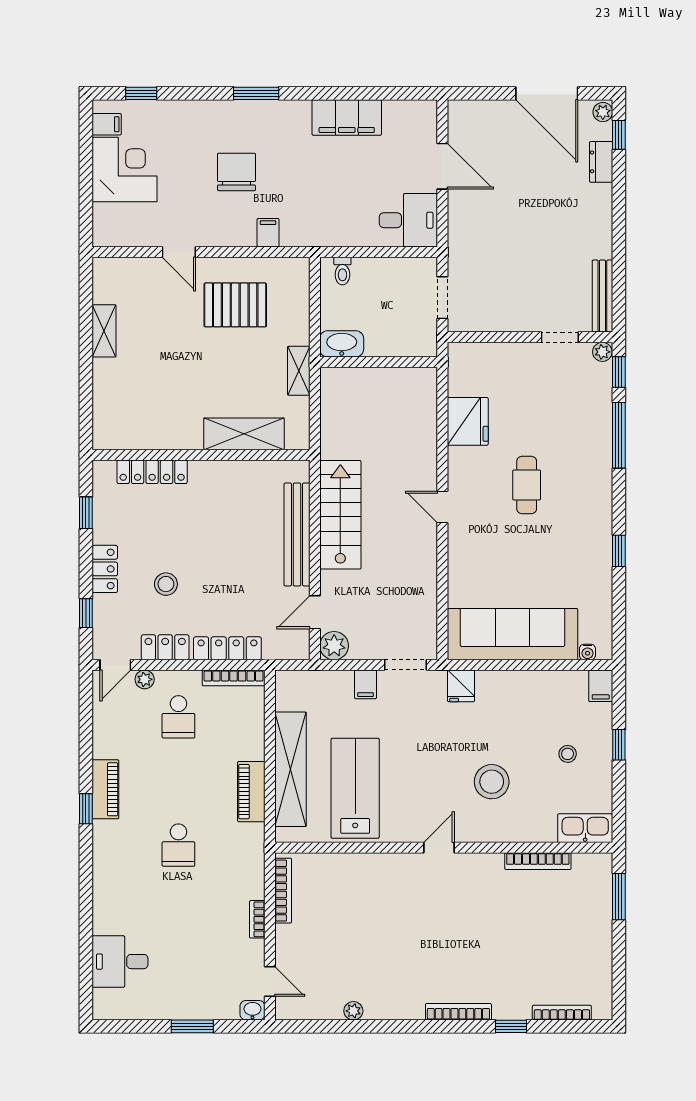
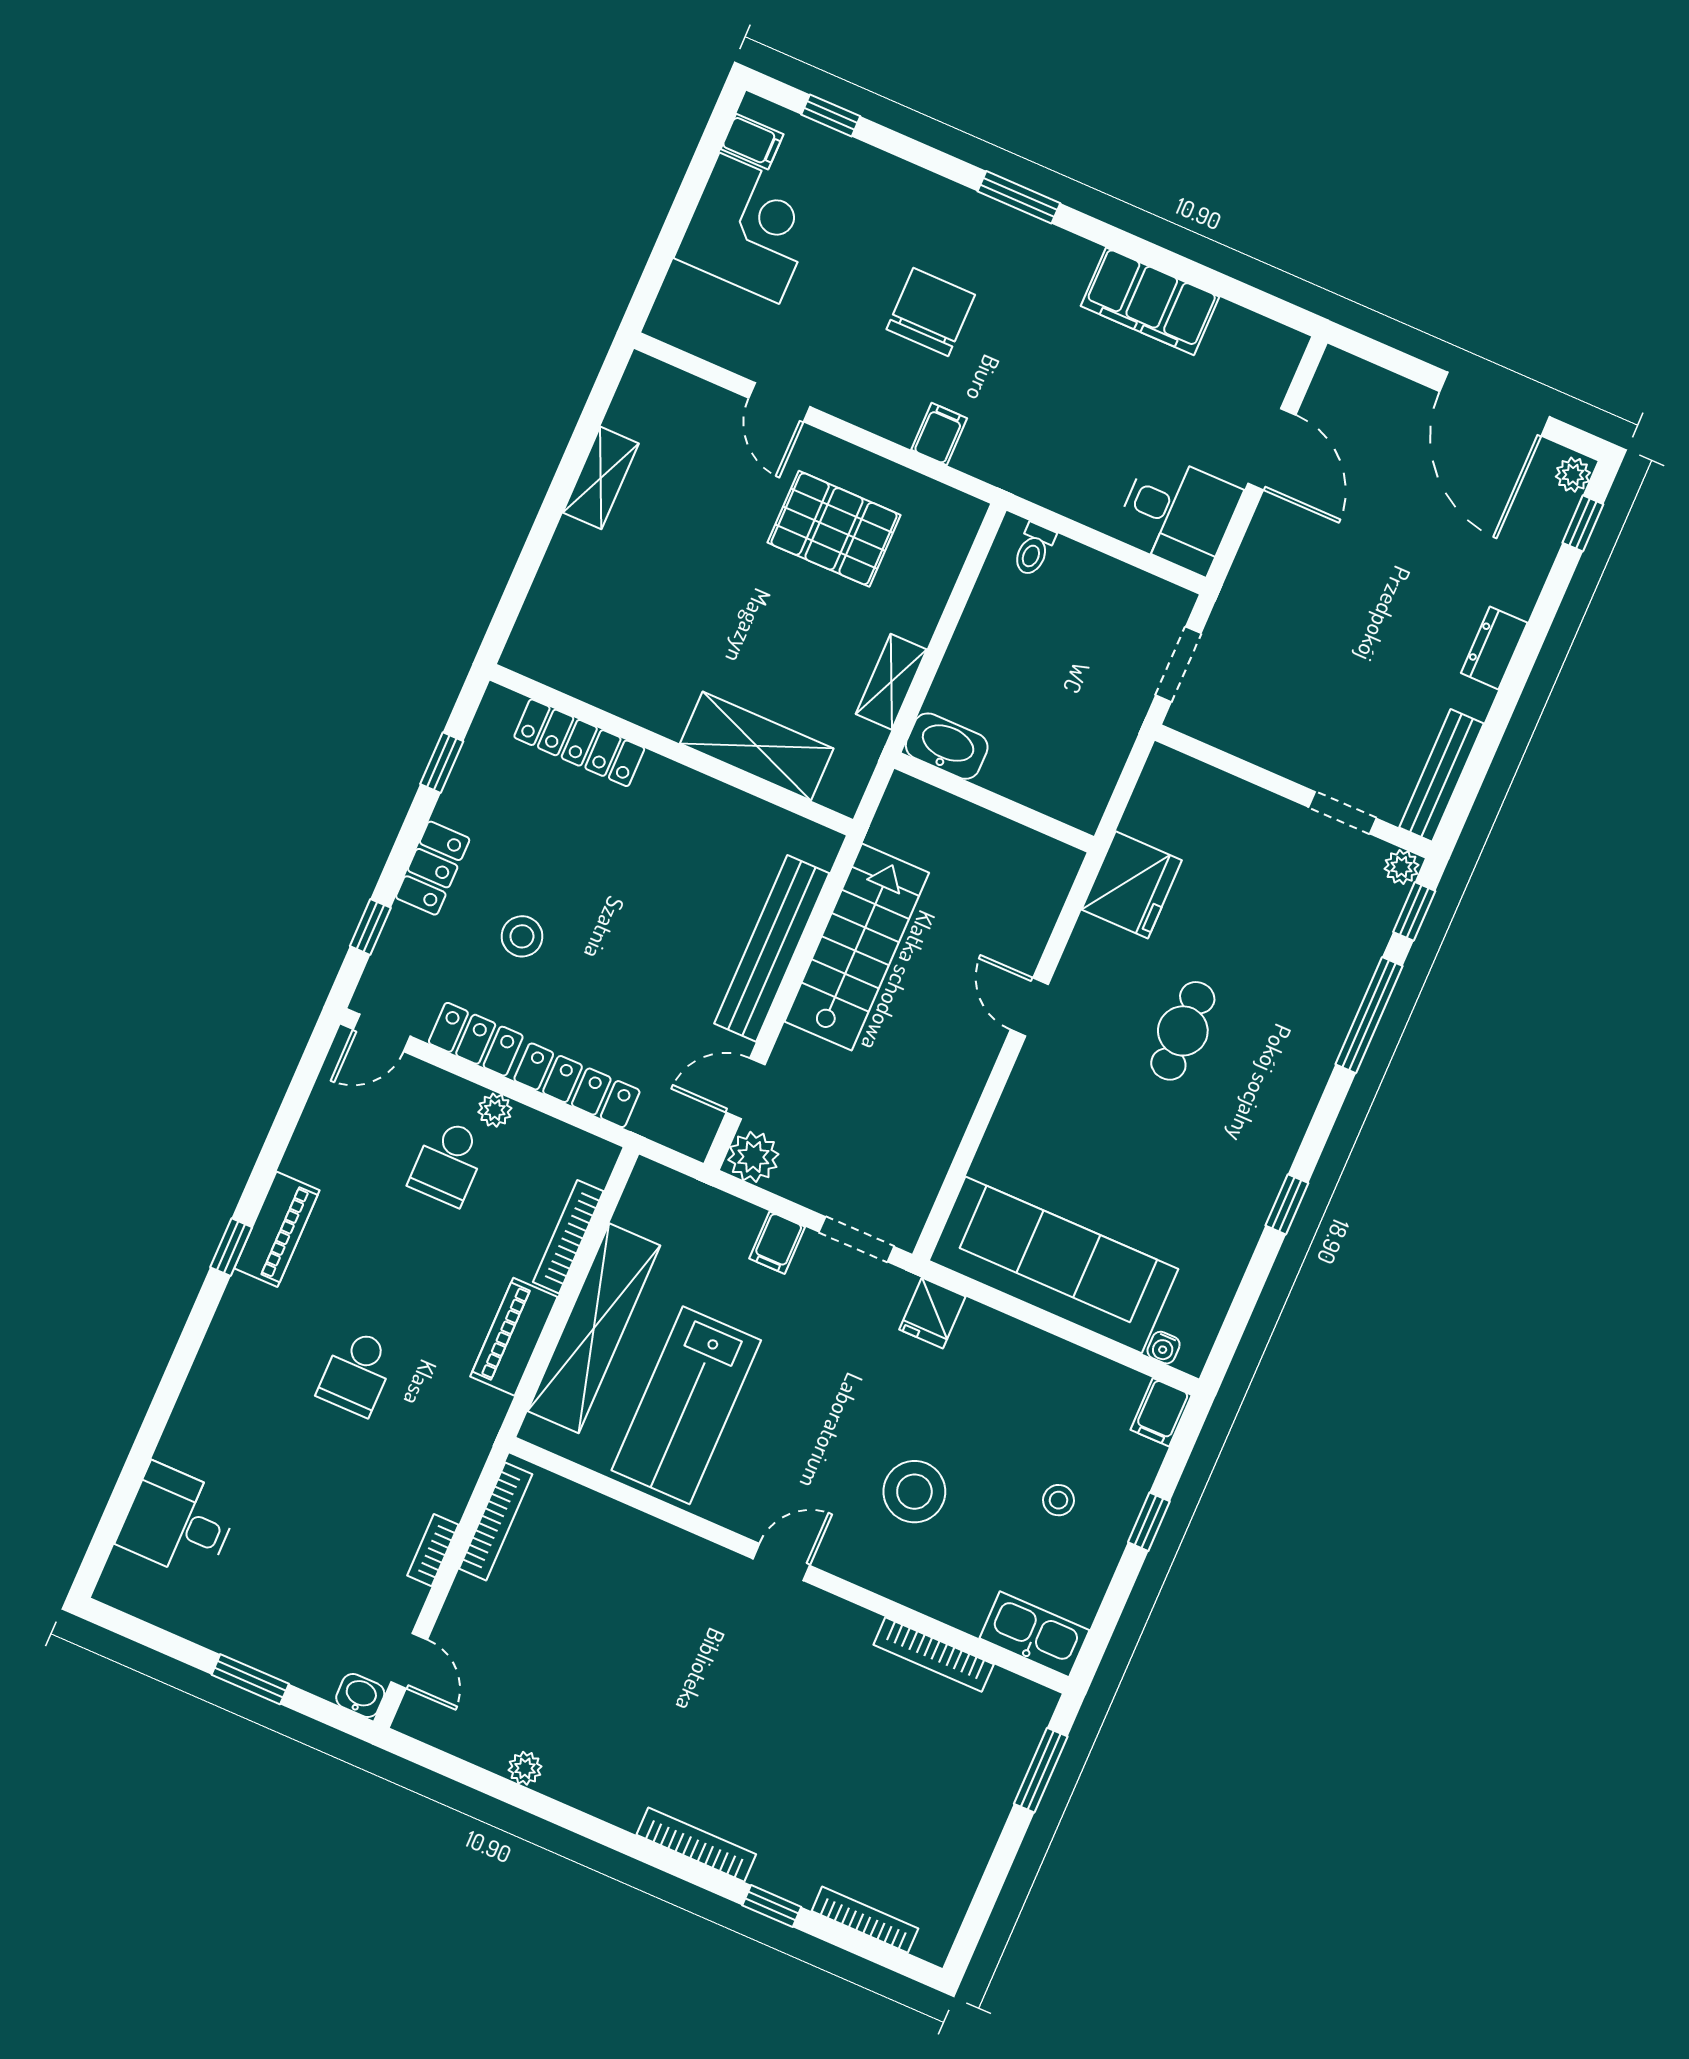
dresser: (601, 162) -> (1494, 648), moved
washbasin: (342, 344) -> (947, 746), moved
wall: (379, 362) -> (994, 802), moved
bookcase: (234, 678) -> (568, 1237), moved, turned 90
plant: (145, 679) -> (495, 1110), moved
lab bench: (355, 788) -> (686, 1405), turned 180

